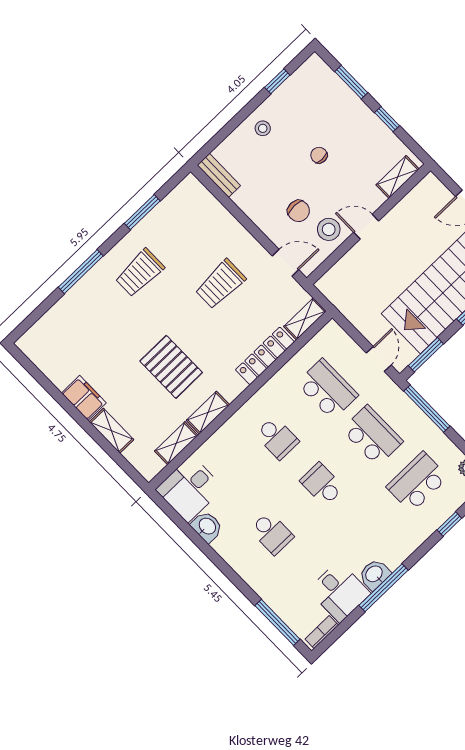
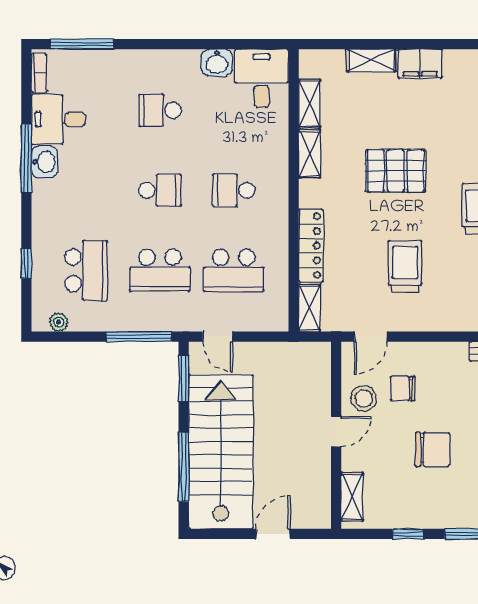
chair: (319, 155) -> (432, 450), width x1.87, depth x1.87
pallet: (171, 367) -> (396, 171), moved

